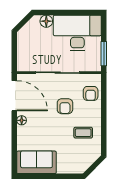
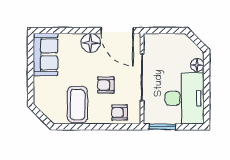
door: (14, 96) -> (117, 31), hinge flipped
floor lamp: (22, 120) -> (91, 43), width x1.89, depth x1.89
coffee table: (83, 133) -> (77, 105), width x1.86, depth x1.72

